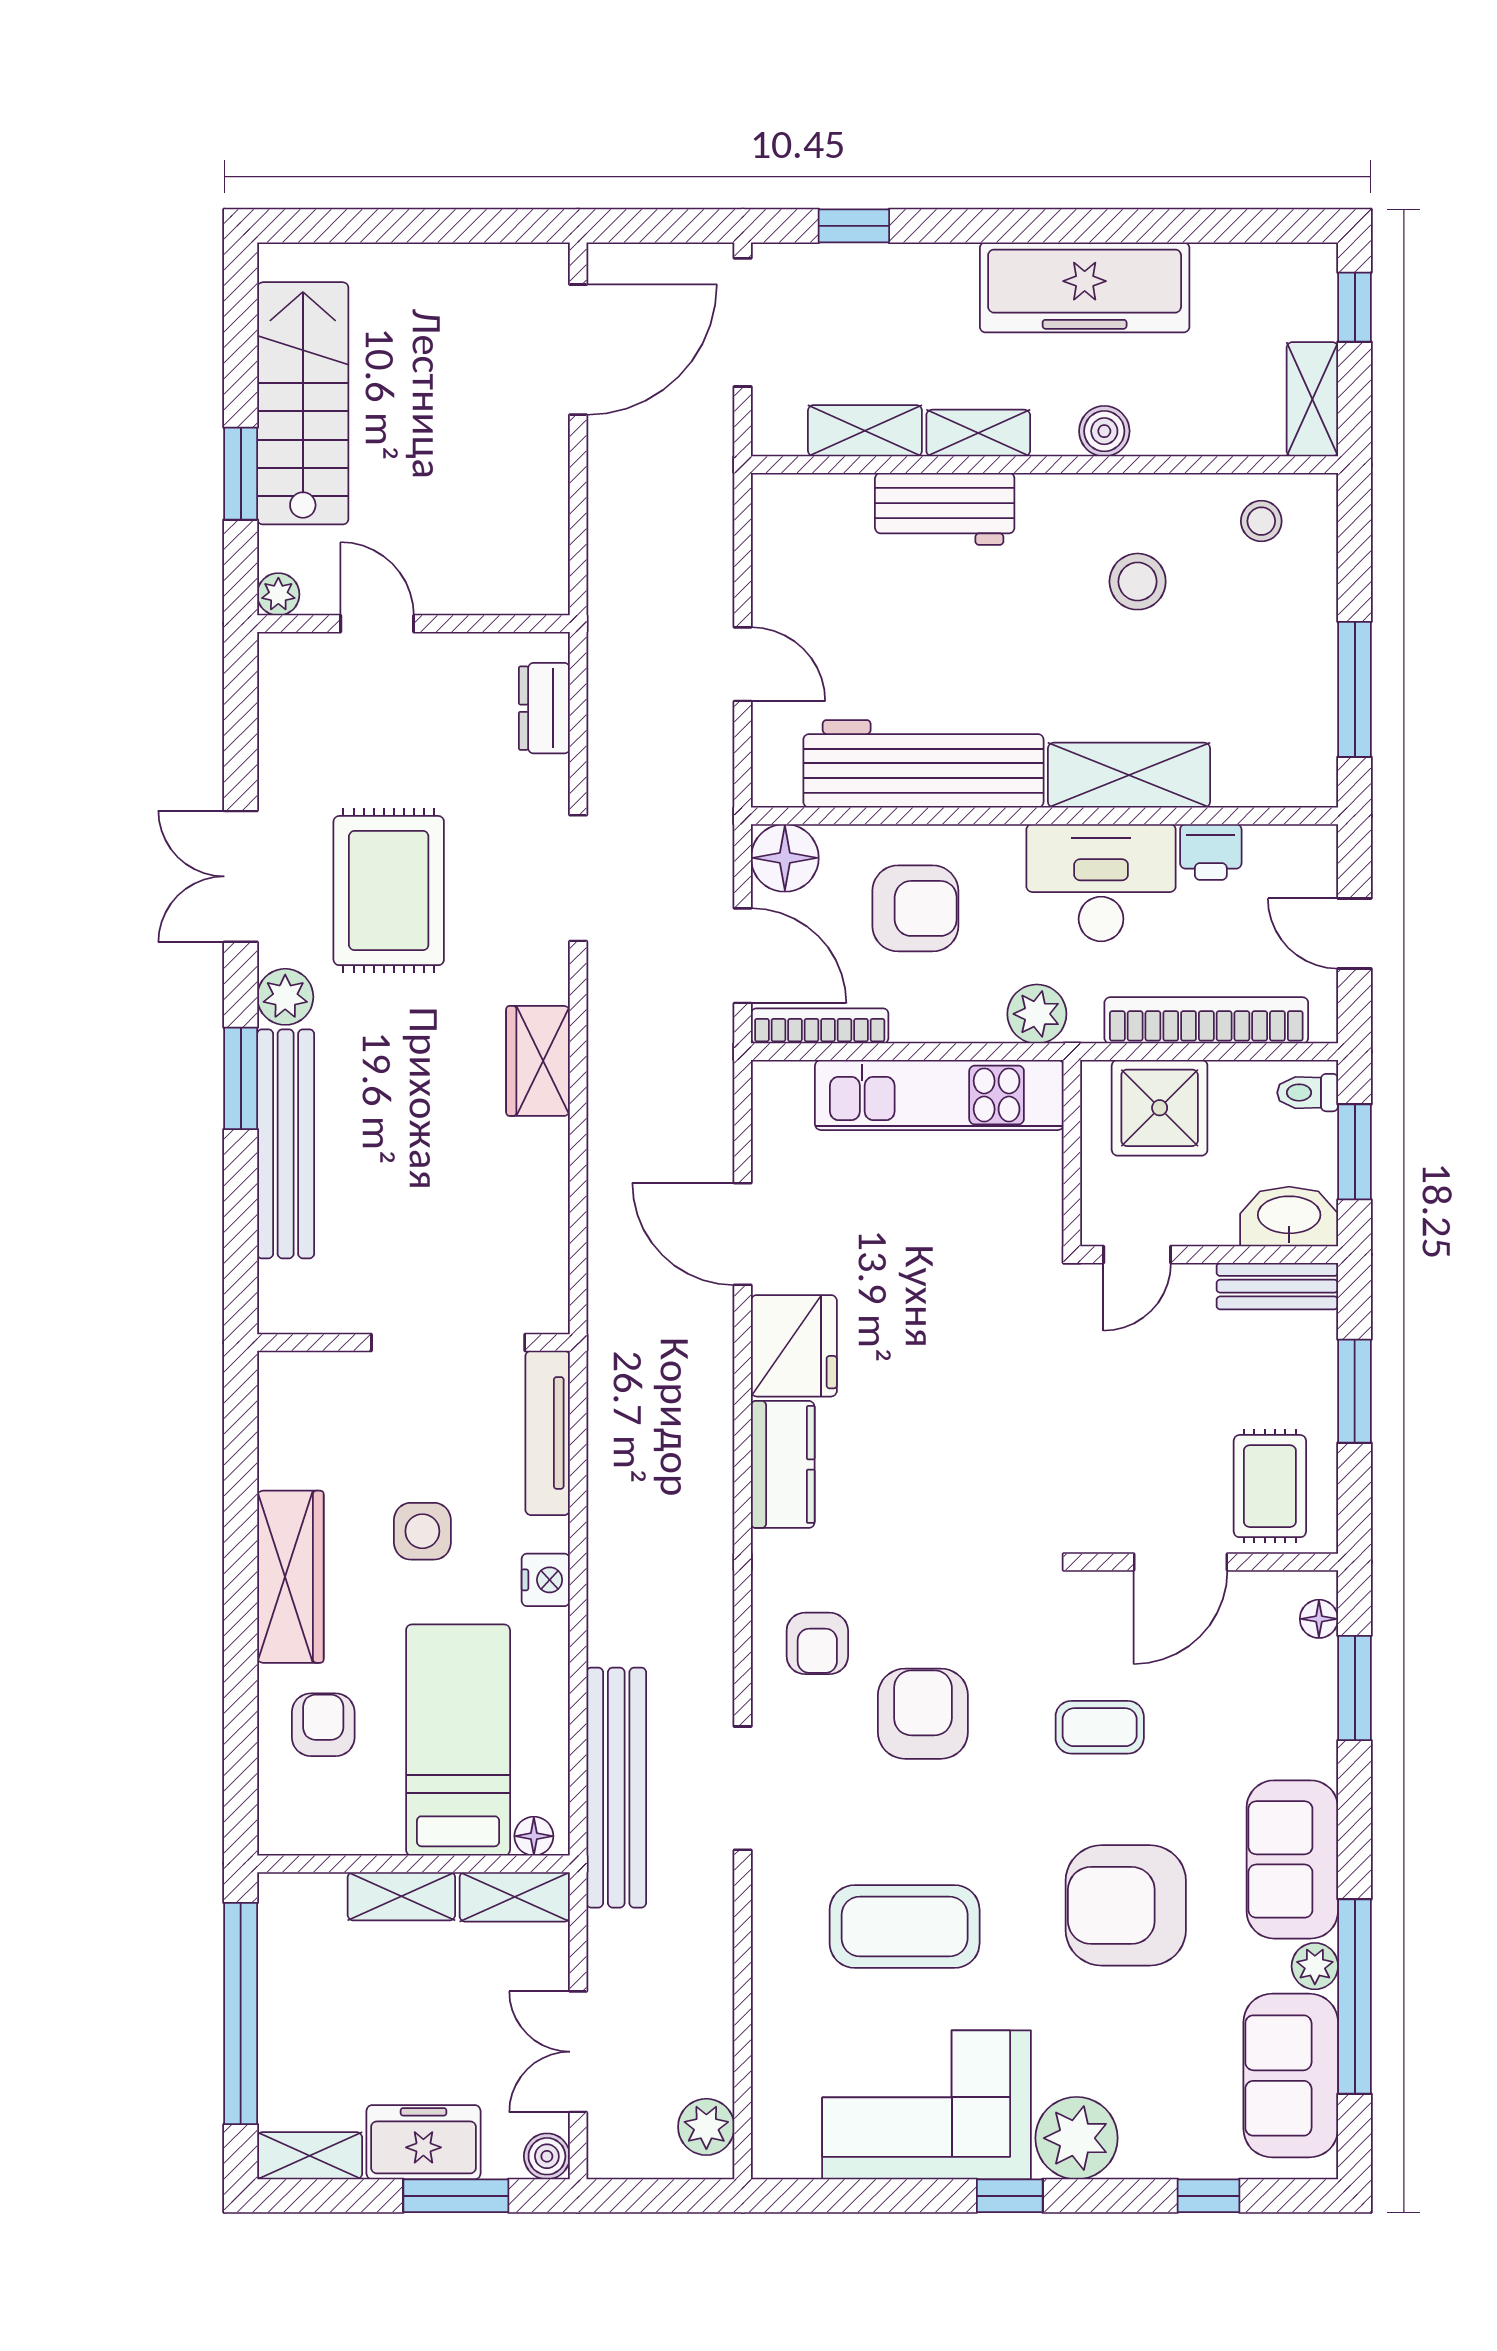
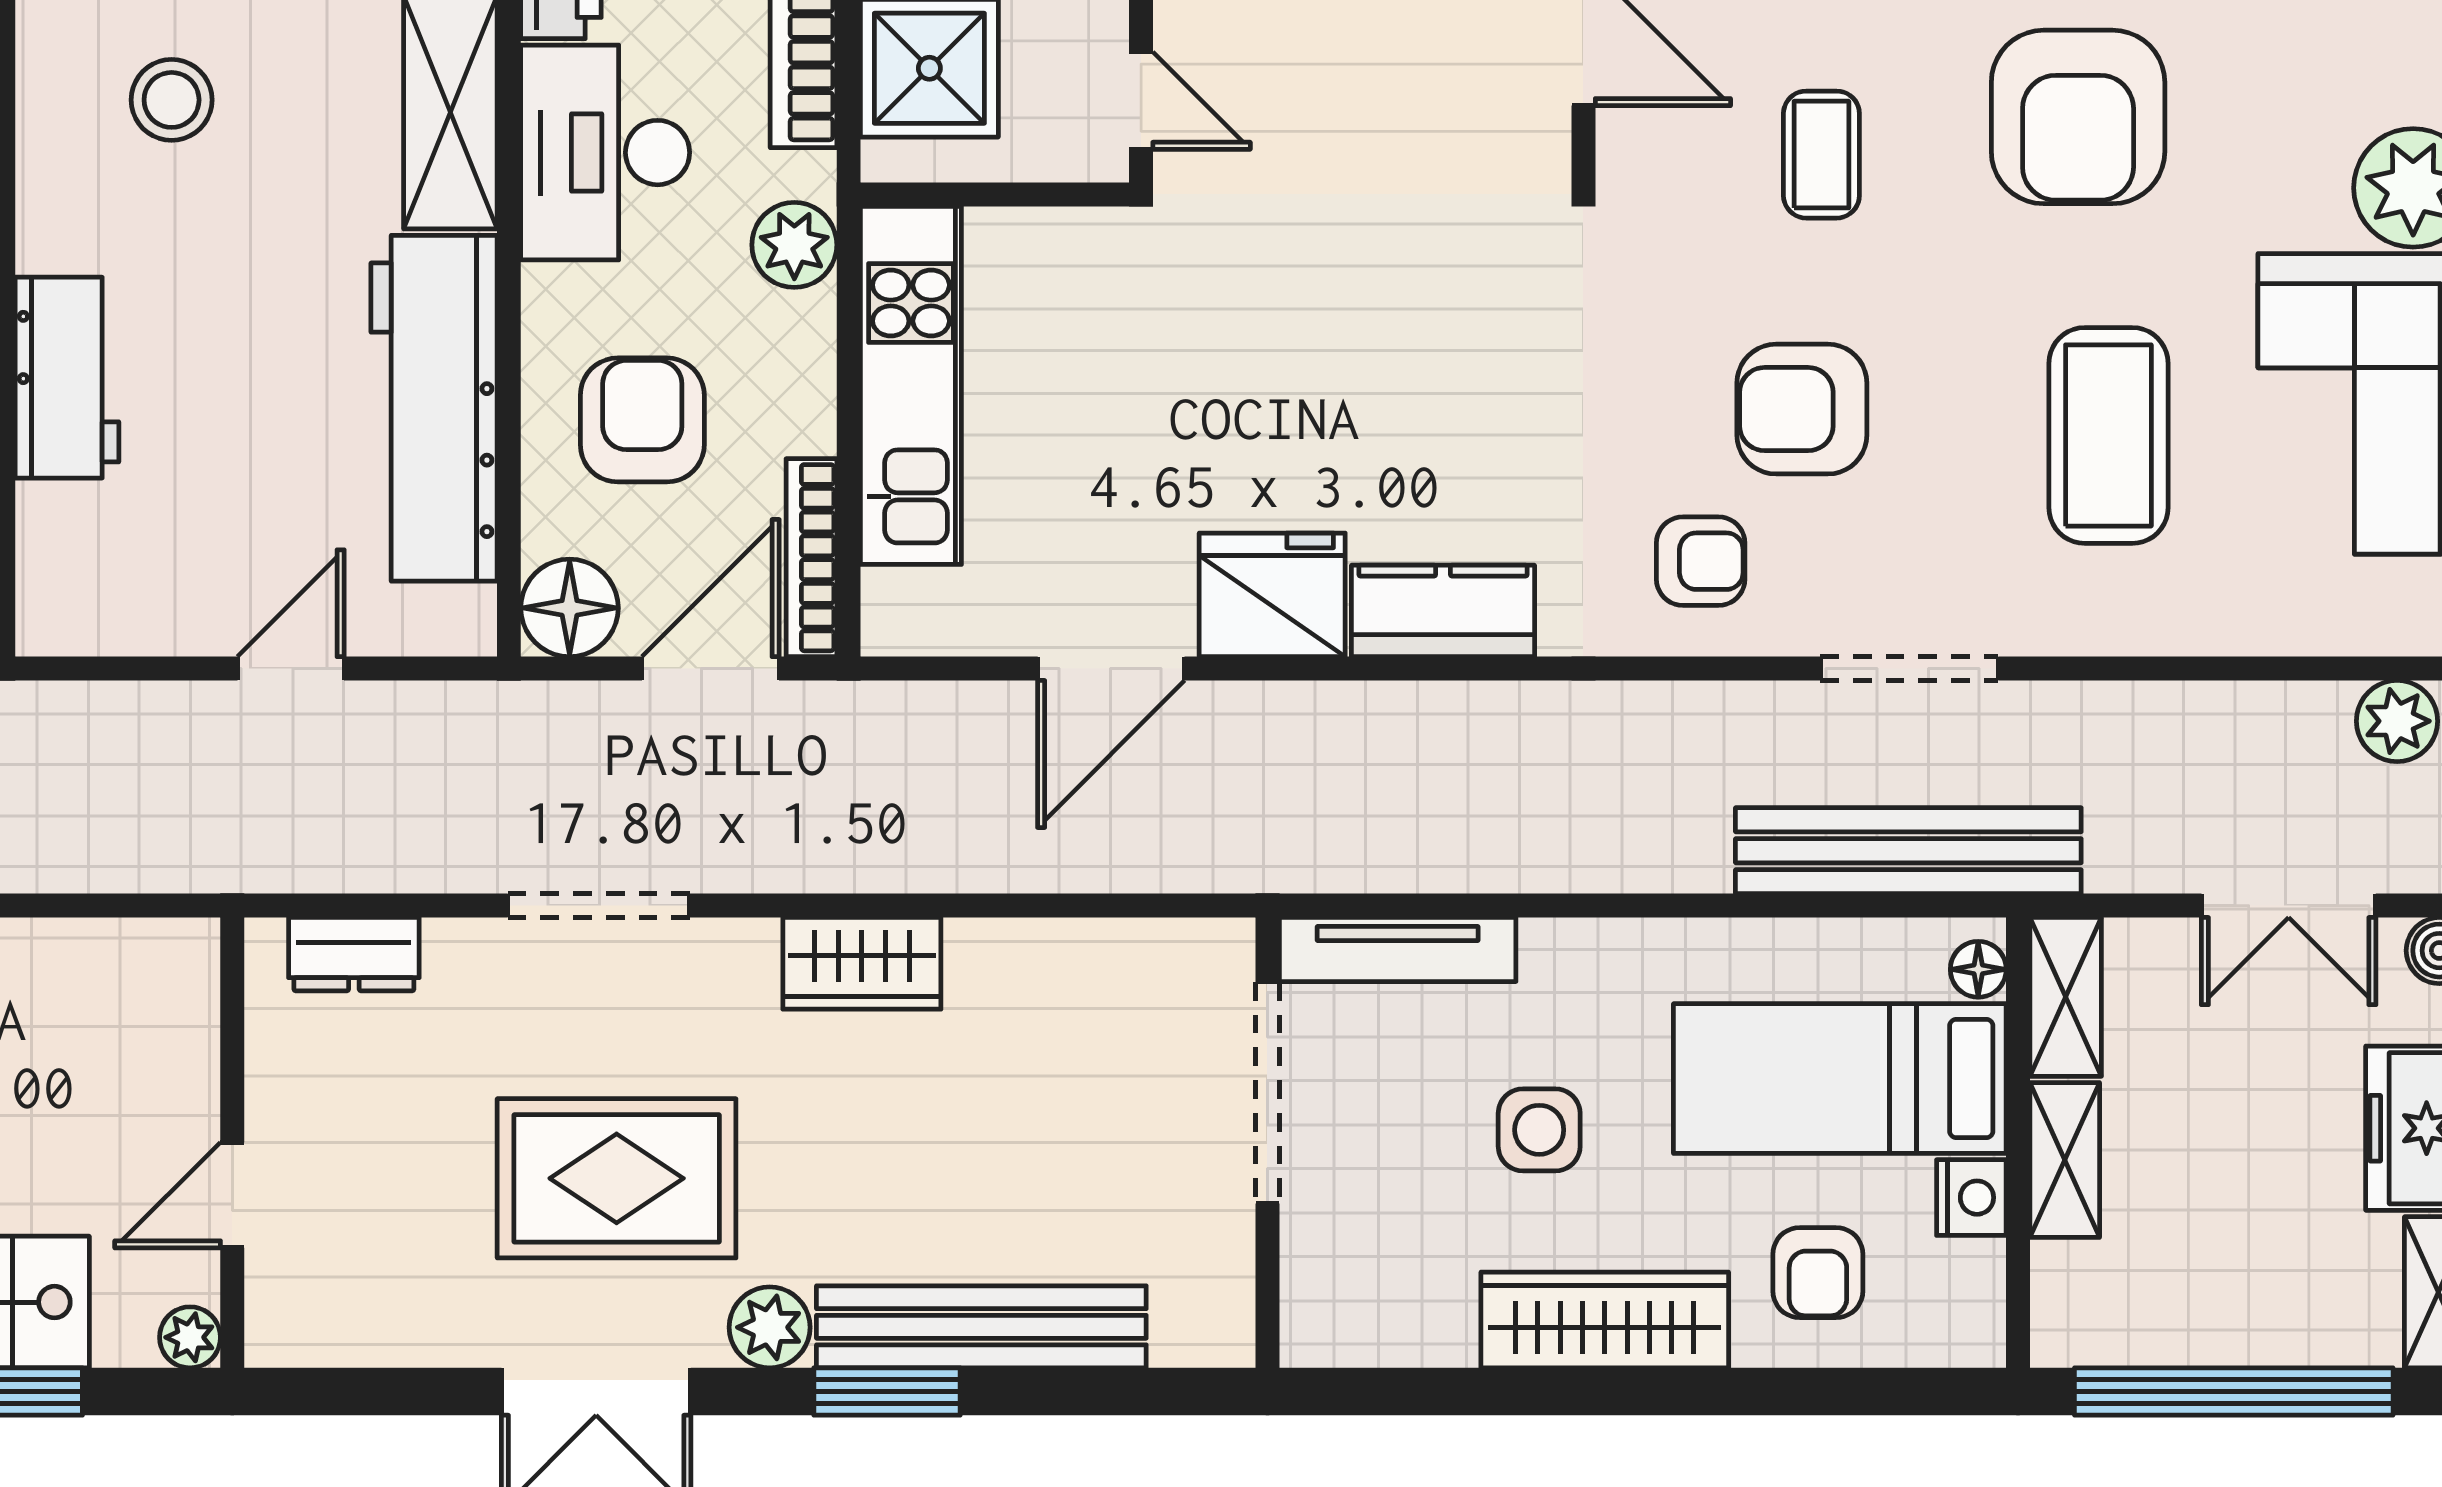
nightstand: (546, 1580) -> (1971, 1198), moved, turned 90
armchair: (323, 1725) -> (1818, 1273), turned -90

